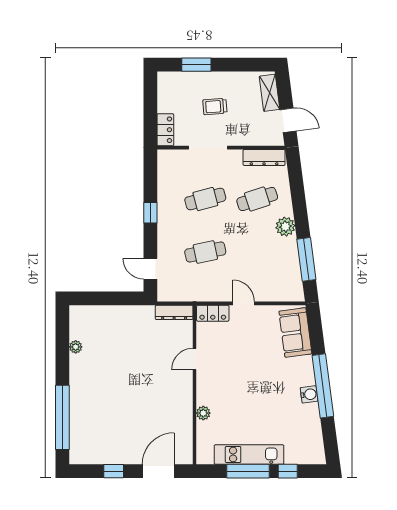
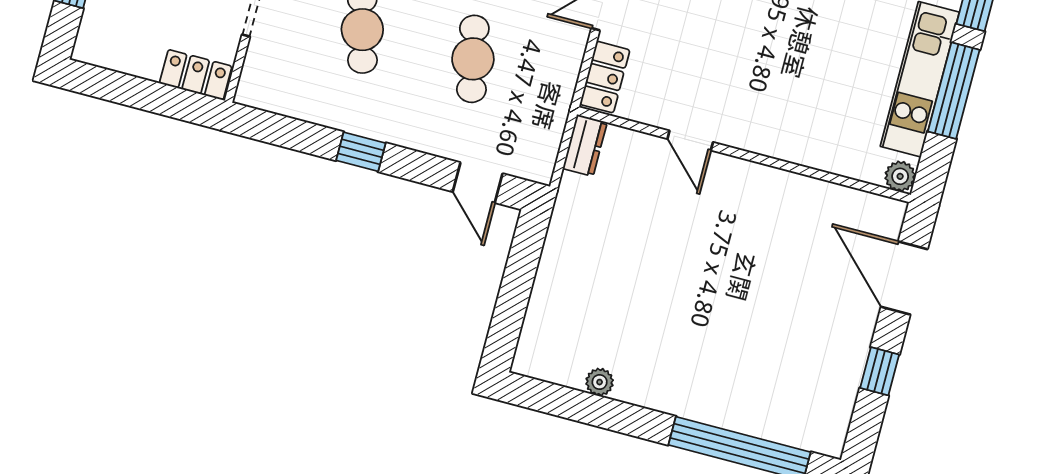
door: (150, 269) -> (478, 183), hinge flipped
dresser: (174, 312) -> (585, 145), width x0.70
plant: (203, 413) -> (900, 176), moved

